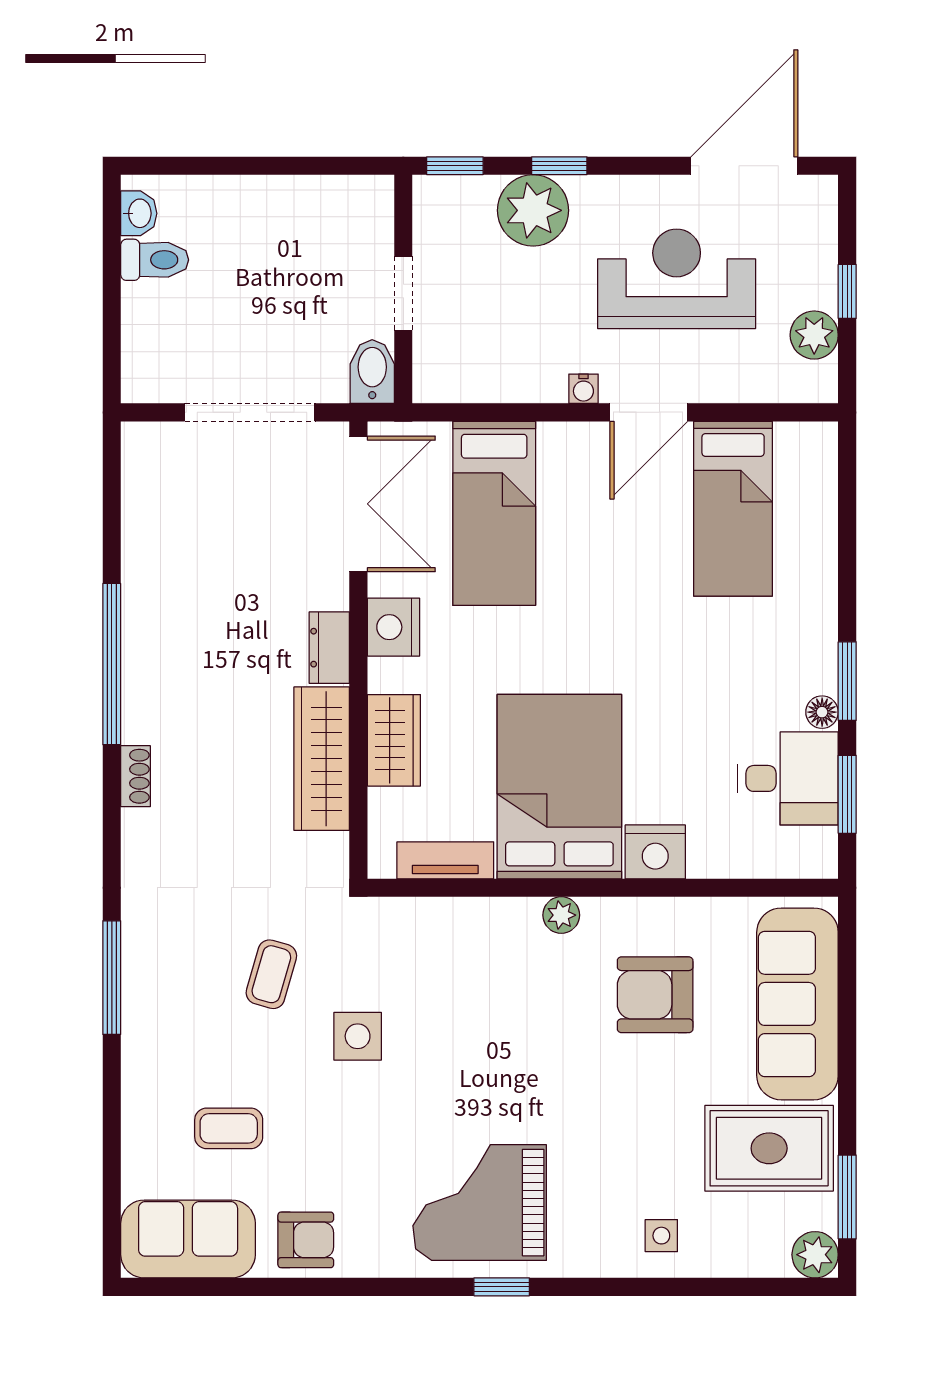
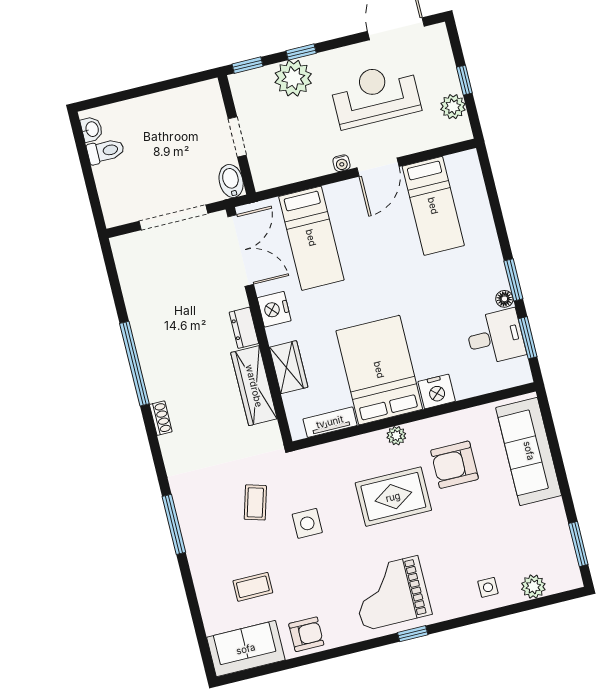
rug: (769, 1148) -> (393, 497), moved
plant: (815, 1255) -> (533, 587), moved

